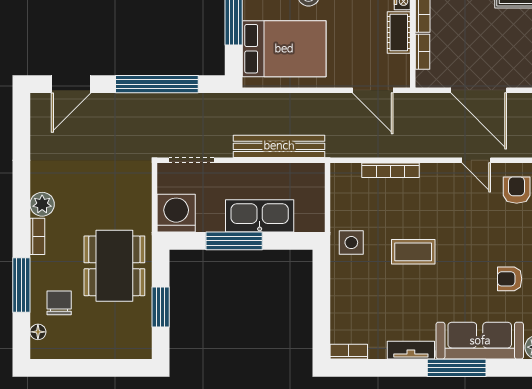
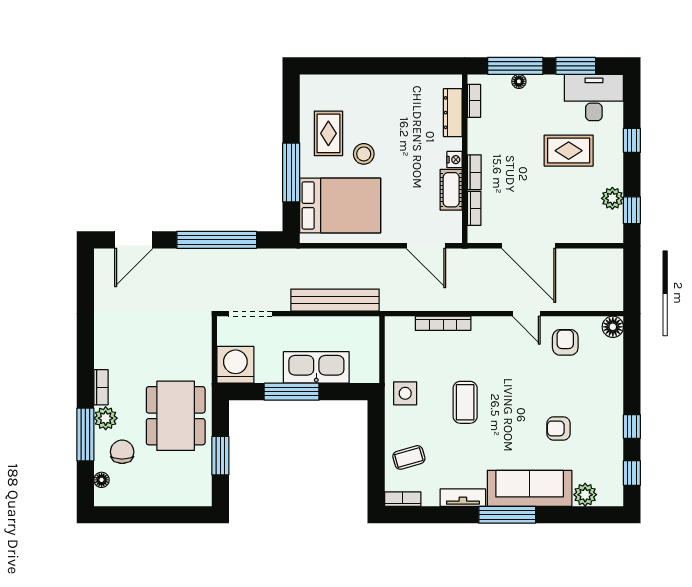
plant: (42, 204) -> (106, 418), moved
coffee table: (413, 252) -> (465, 402), turned 90
coffee table: (355, 309) -> (409, 457), added

